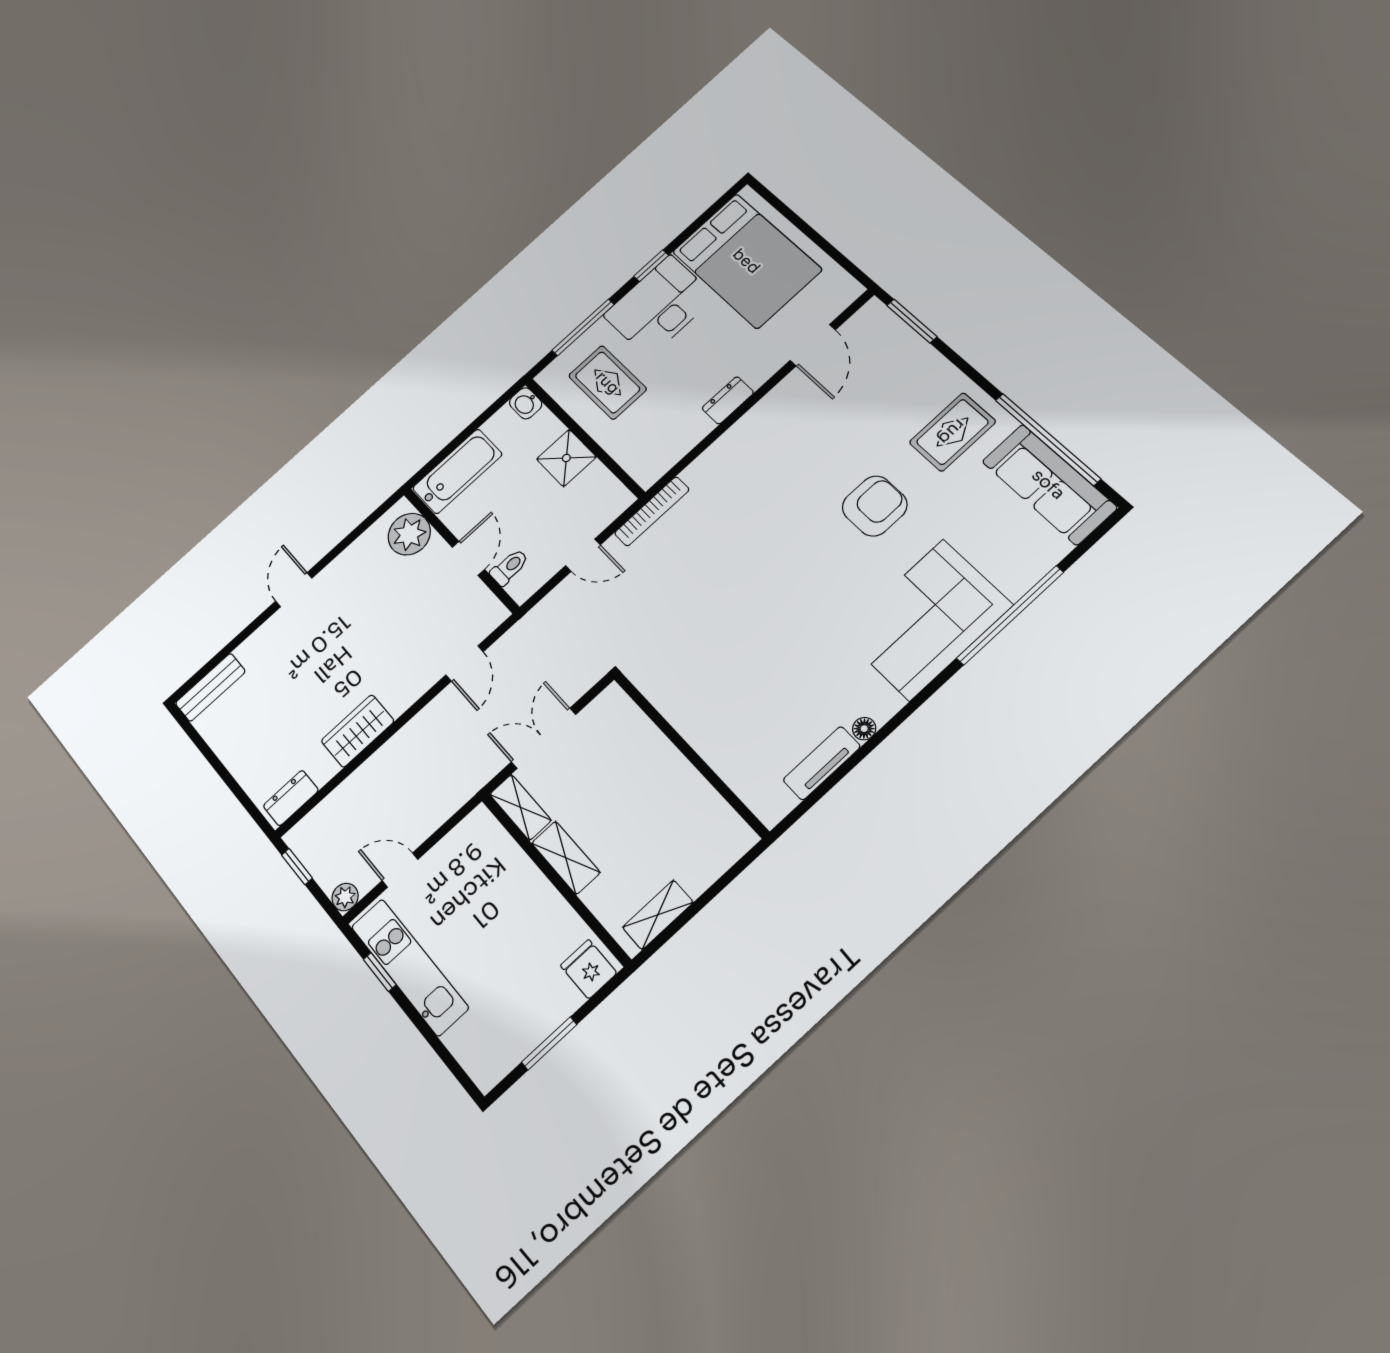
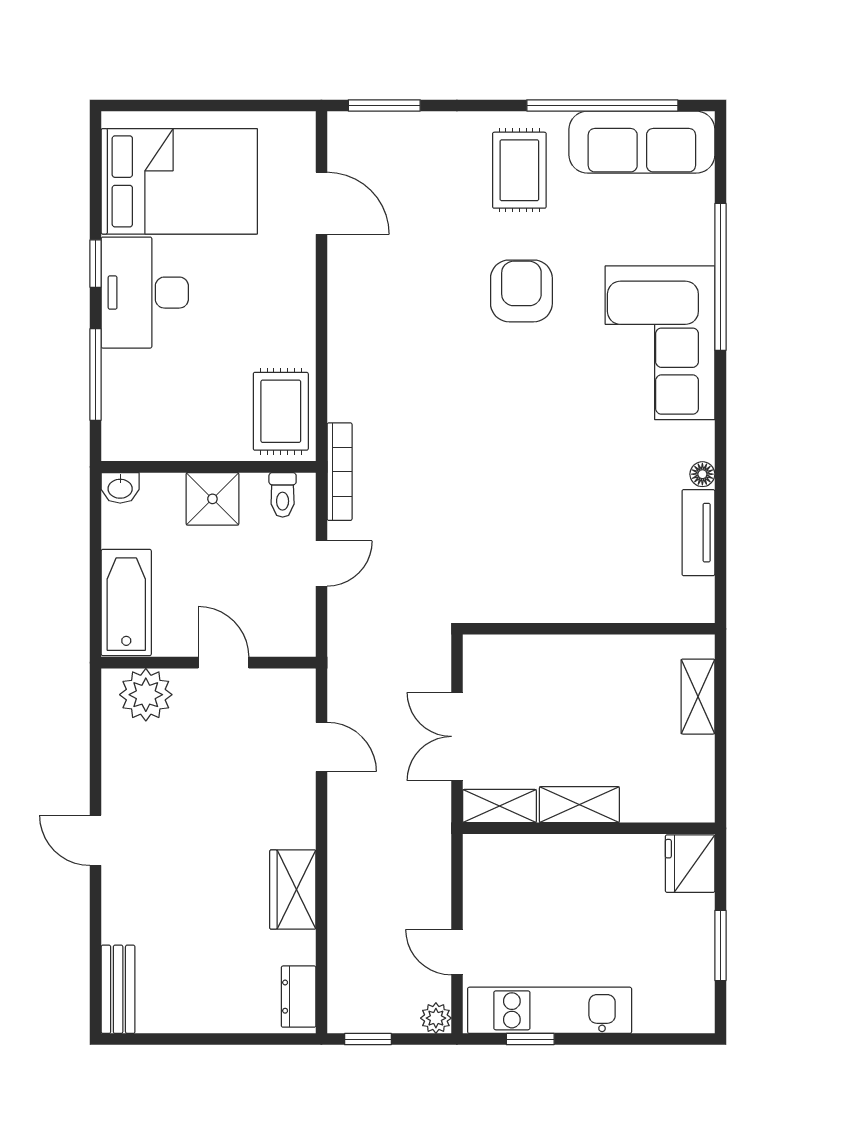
rug: (608, 382) -> (281, 411), moved, turned 90
dresser: (728, 400) -> (300, 318), removed
toilet: (509, 567) -> (283, 495), moved, turned 180
door: (400, 870) -> (457, 952), hinge flipped
shelving: (658, 915) -> (698, 697), moved
fridge: (589, 969) -> (690, 864), width x1.38

